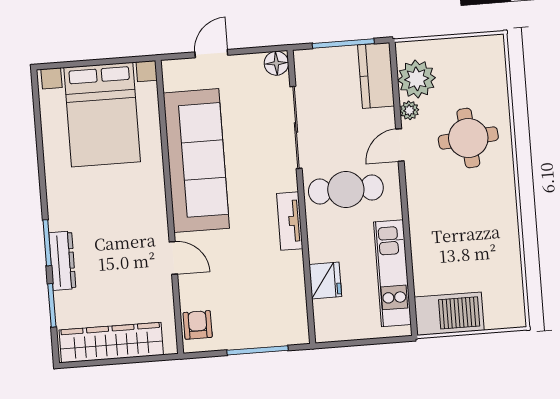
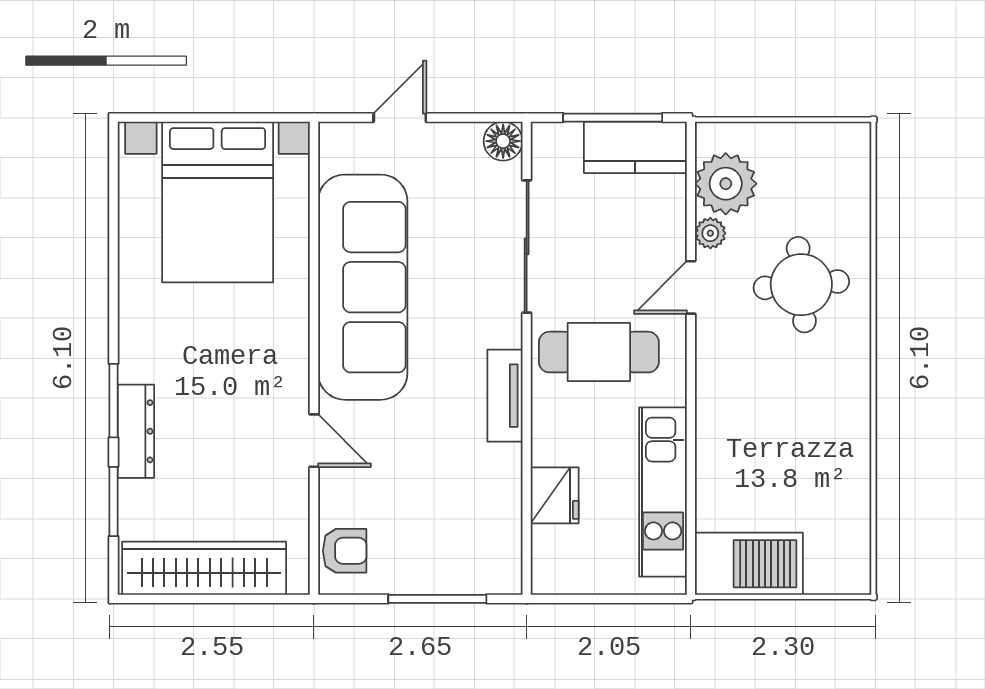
kitchen counter: (376, 76) -> (635, 147), moved, turned -90
armchair: (198, 325) -> (345, 551), turned 90

